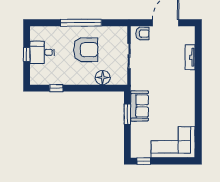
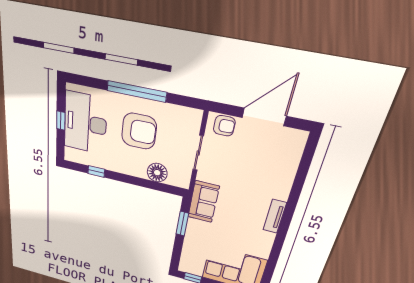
desk: (42, 52) -> (85, 123), width x1.87, depth x1.30
tv unit: (190, 57) -> (275, 216), moved
sofa: (139, 106) -> (203, 202), moved

